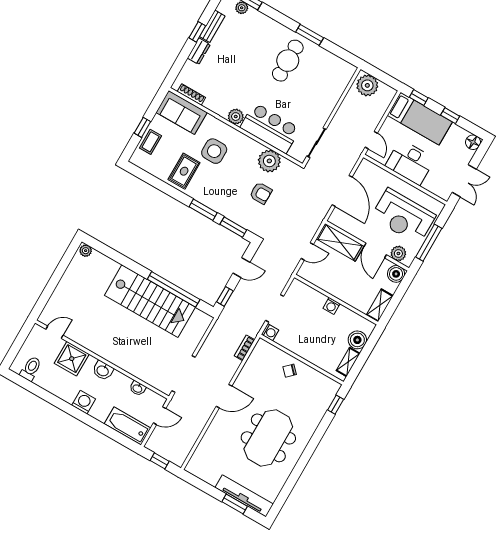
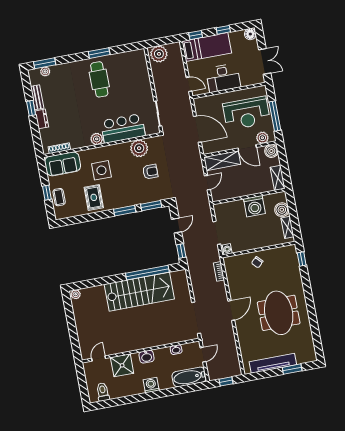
washing machine: (332, 306) -> (254, 206), width x1.89, depth x1.89
tv unit: (244, 496) -> (273, 363), moved

